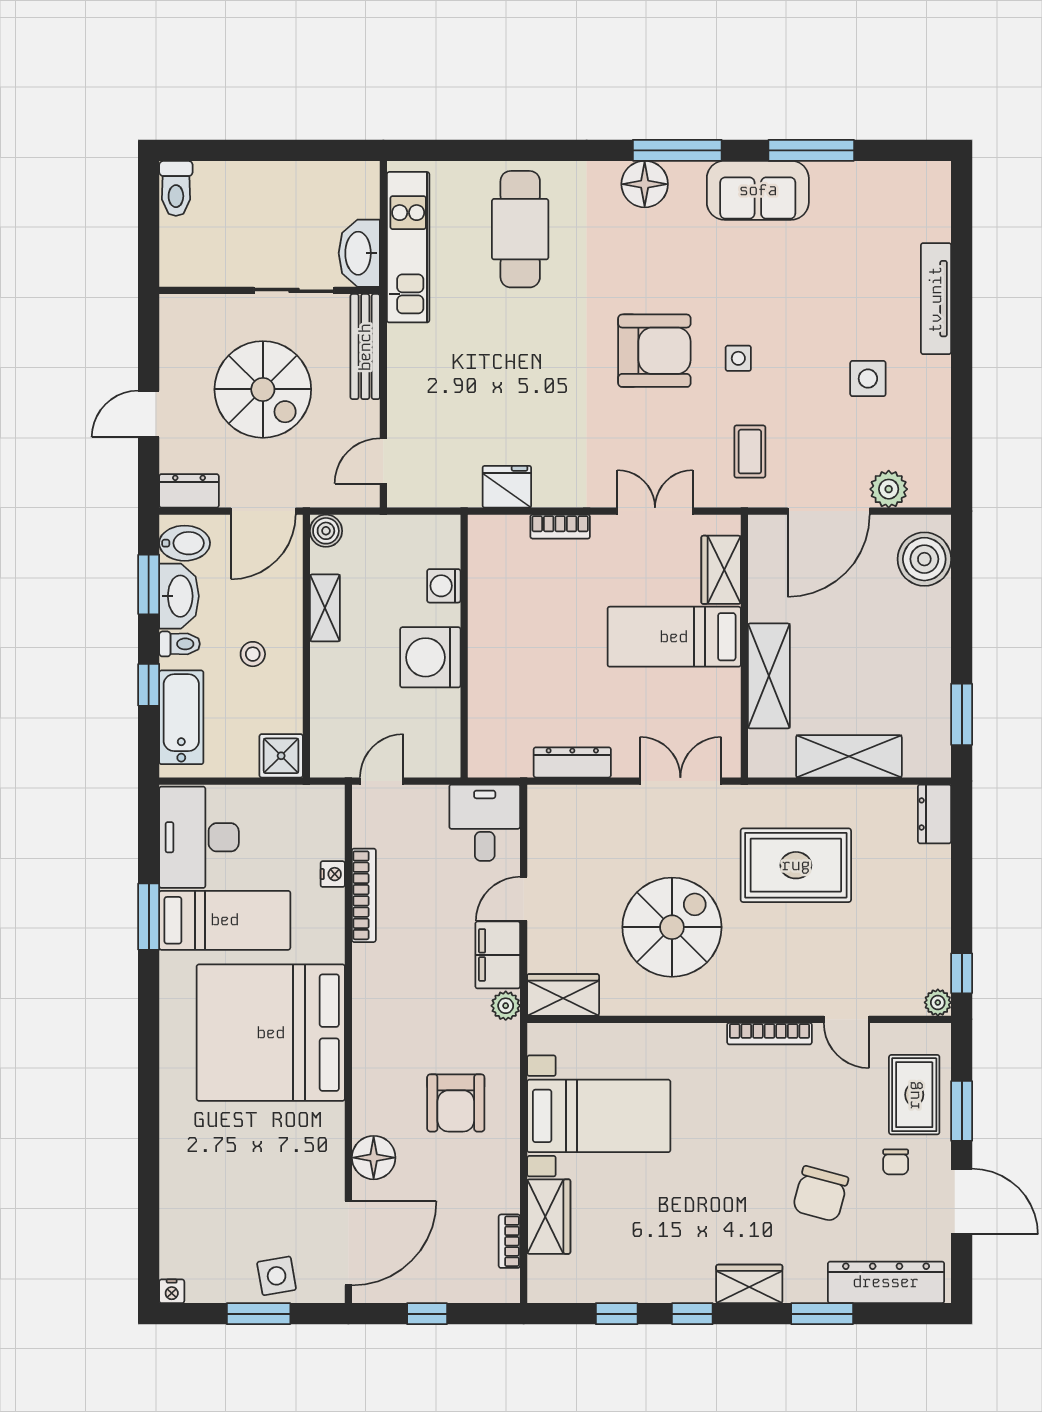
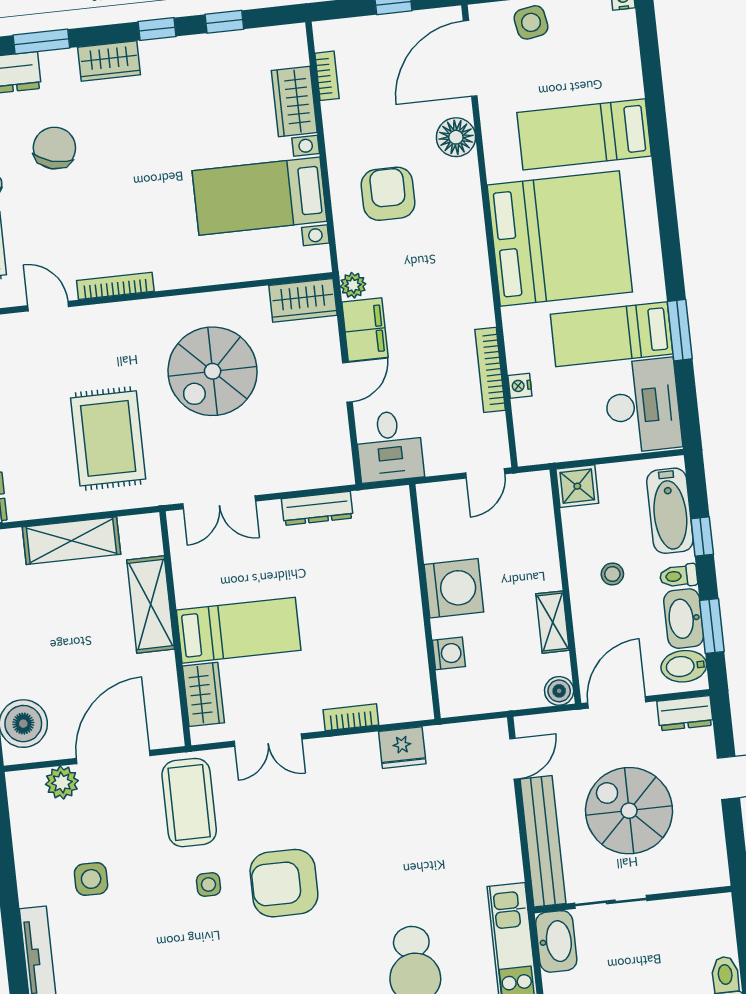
bench: (365, 347) -> (543, 841), width x1.37, depth x1.21
coffee table: (750, 452) -> (189, 803), width x1.86, depth x1.72
rug: (796, 865) -> (108, 438), turned 90
bed: (231, 1145) -> (584, 134), added

